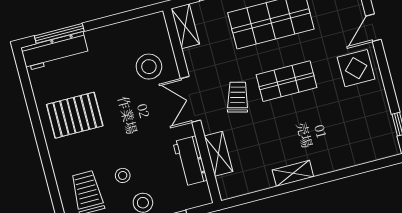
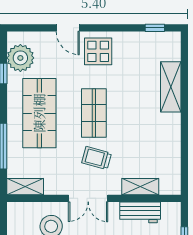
shelving: (293, 173) -> (171, 87), moved, width x1.50, depth x1.33

